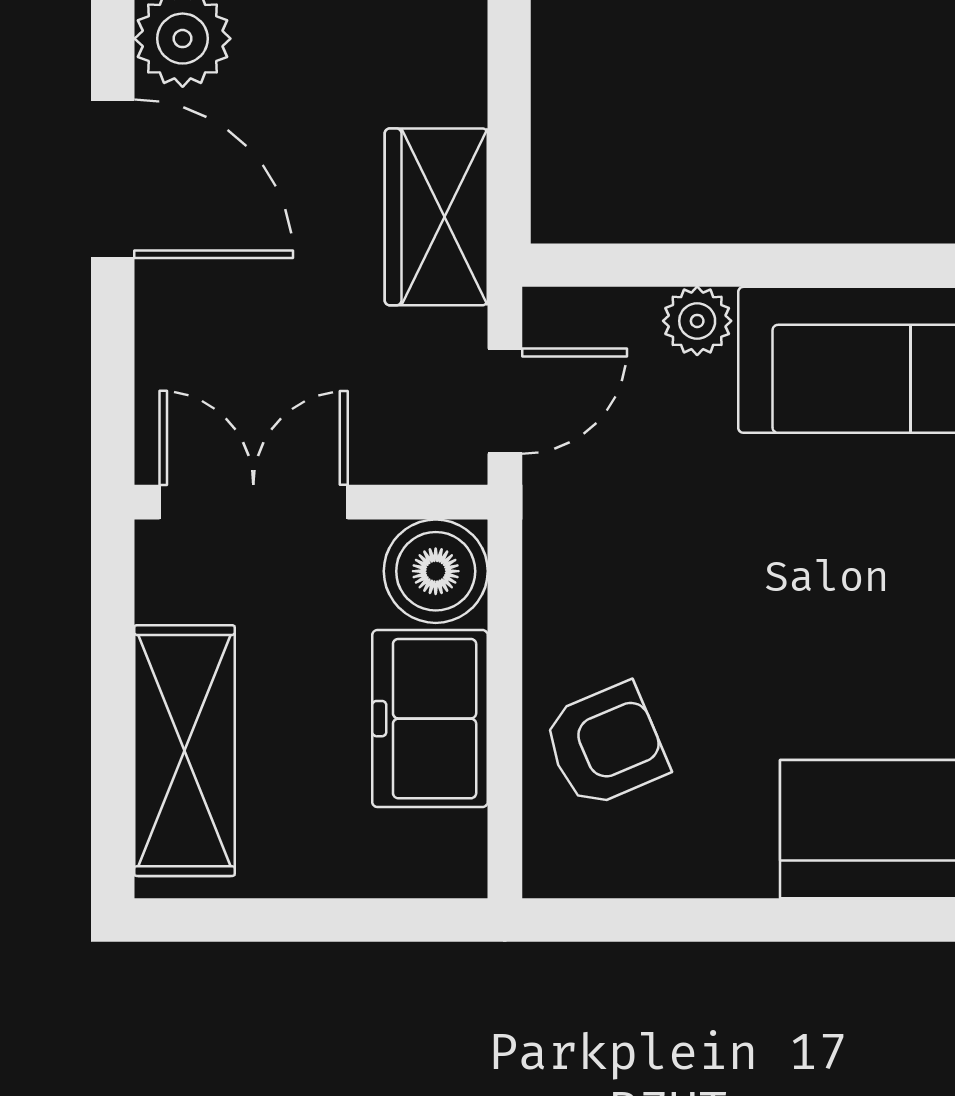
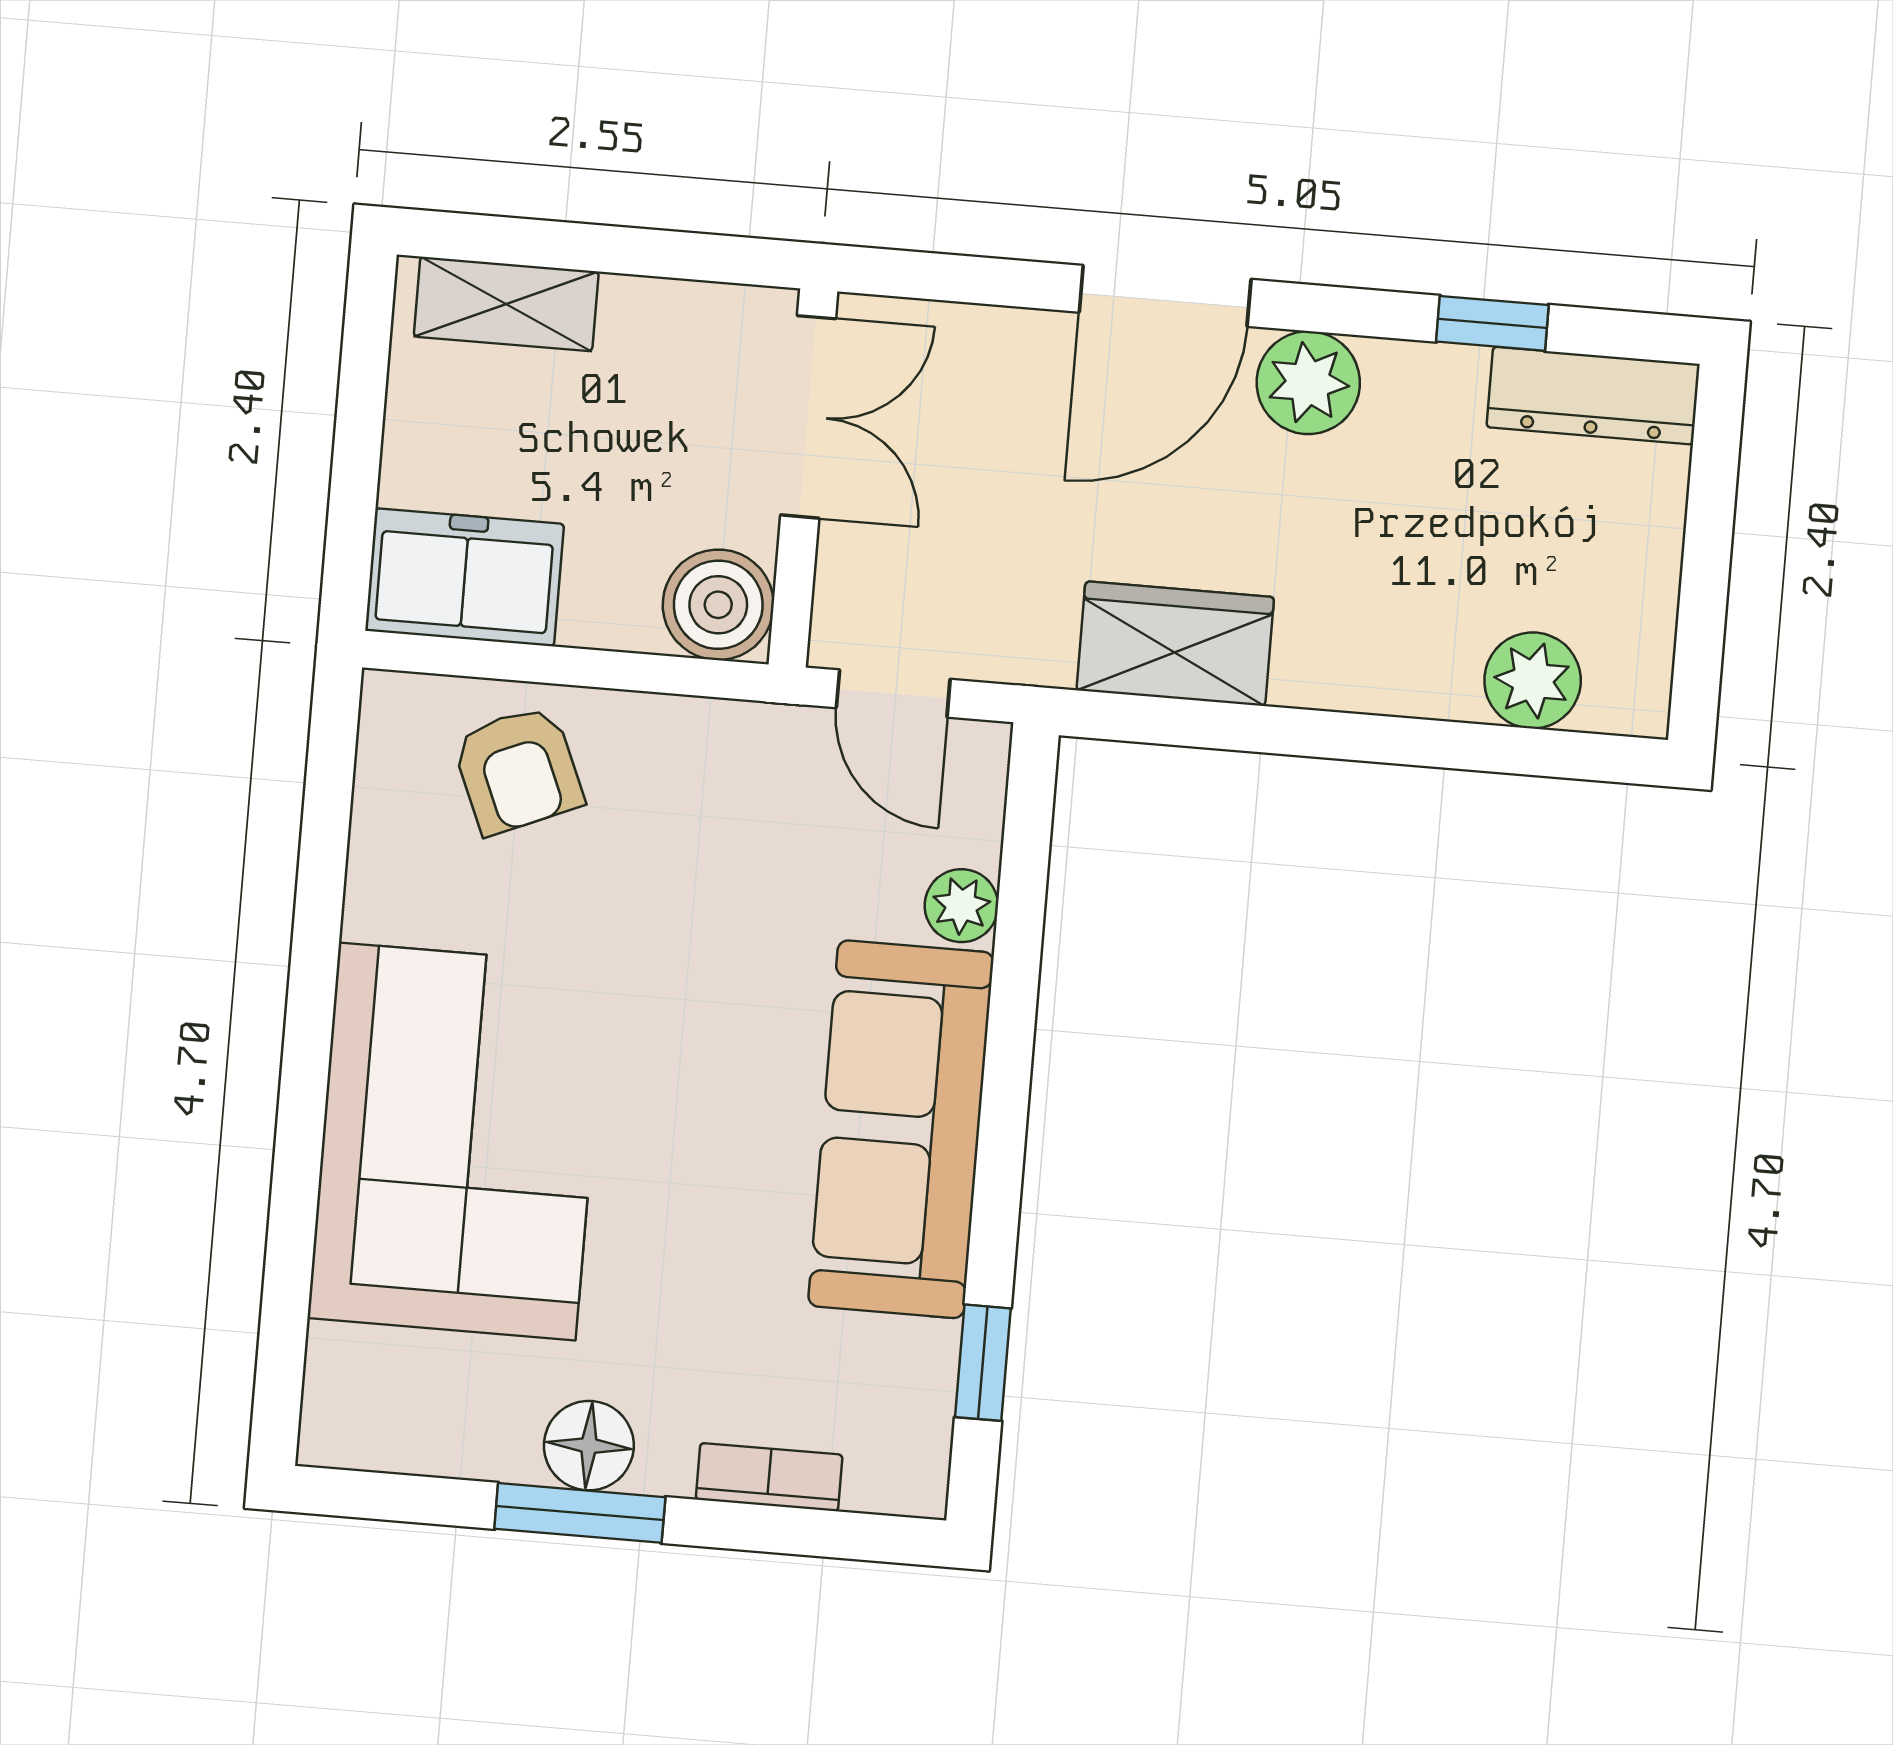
wardrobe: (436, 217) -> (1175, 644), moved
freezer: (430, 719) -> (465, 577), moved
shelving: (184, 751) -> (506, 304), width x0.67, depth x0.75

